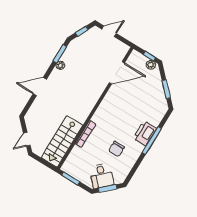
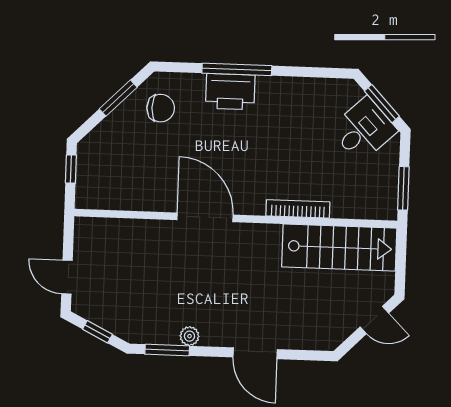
plant: (151, 65) -> (87, 156), removed
door: (117, 73) -> (205, 217), moved
chair: (116, 149) -> (161, 108), moved

